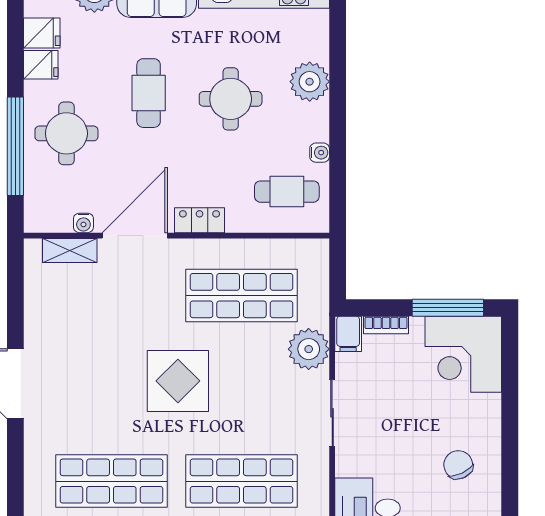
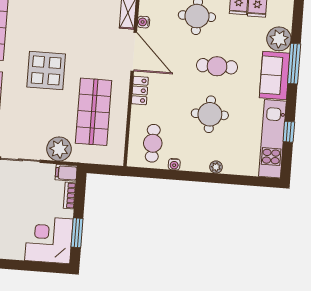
plant: (310, 82) -> (216, 167), width x0.53, depth x0.53
window: (448, 308) -> (77, 233), width x0.69

